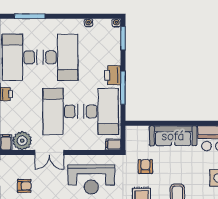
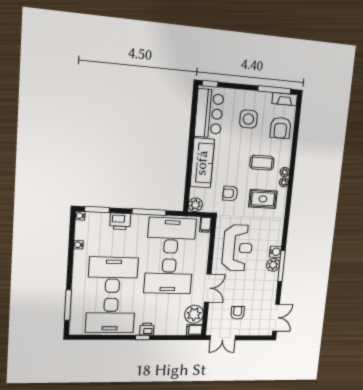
printer: (113, 75) -> (120, 221), moved
plant: (132, 133) -> (195, 205), added

